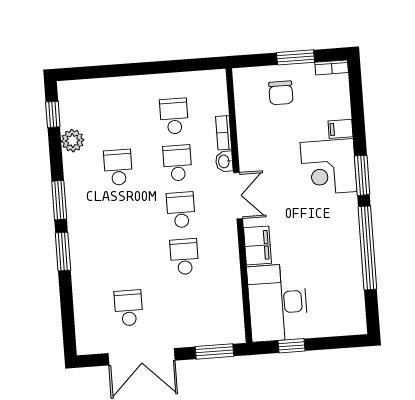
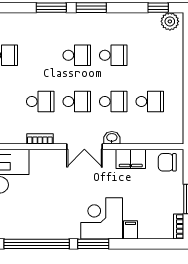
chair: (281, 93) -> (167, 162), moved
bookcase: (224, 133) -> (40, 139), moved
plant: (73, 141) -> (170, 21), moved
school desk: (122, 214) -> (77, 55), added
filing cabinet: (257, 245) -> (131, 159), moved

